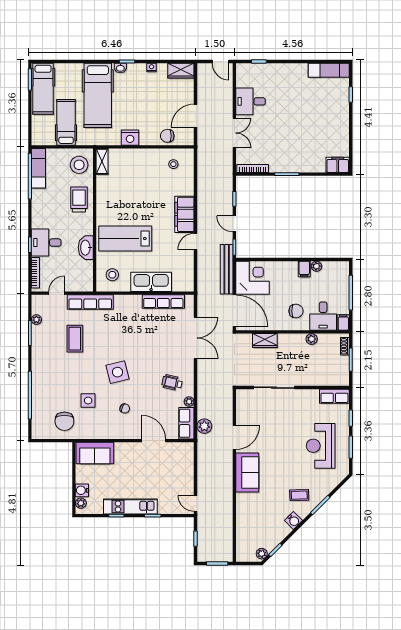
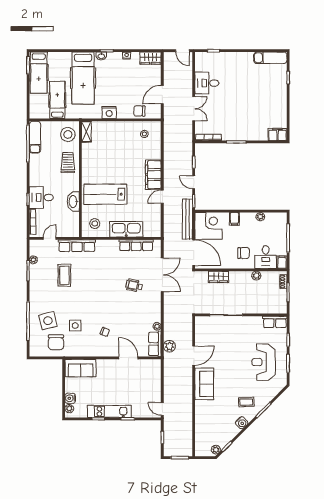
filing cabinet: (304, 269) -> (234, 219), moved
side table: (118, 372) -> (48, 321), moved
wheelchair: (172, 383) -> (134, 285), moved

